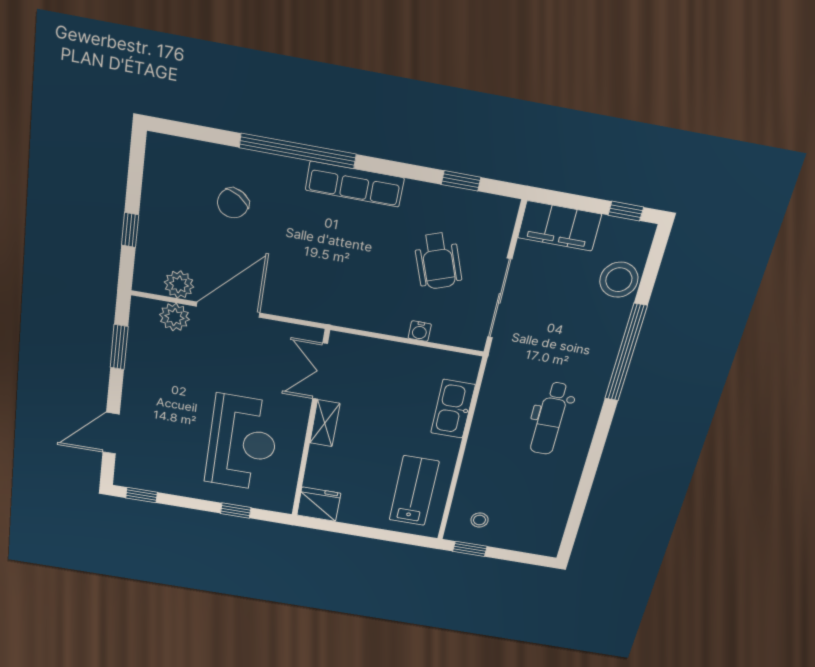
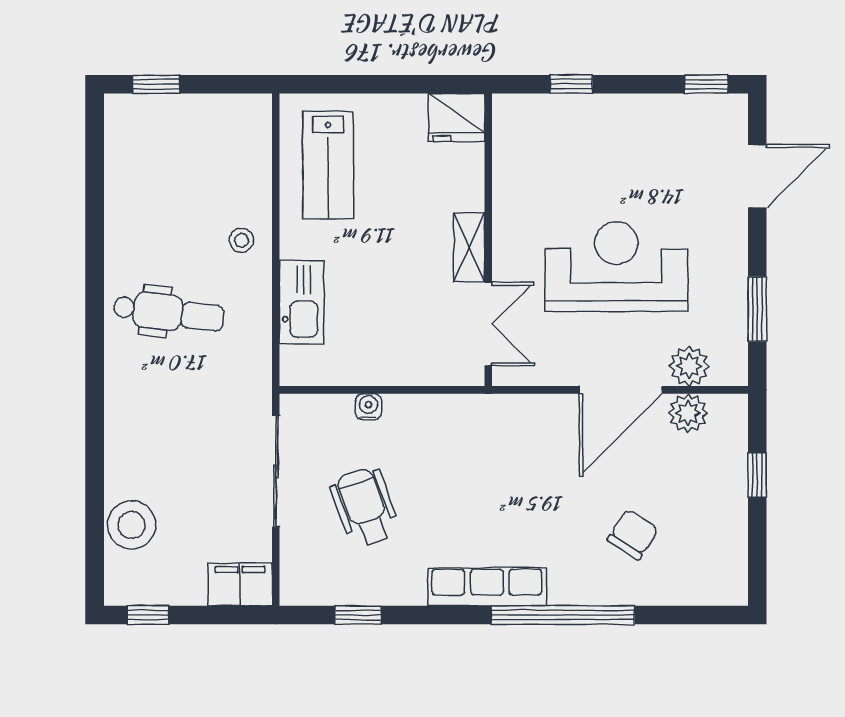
filing cabinet: (560, 226) -> (240, 584), width x0.67, depth x0.86
window: (626, 353) -> (95, 427), removed
dental chair: (550, 419) -> (169, 313), turned 97
reception desk: (242, 443) -> (616, 266), moved, turned 90
stool: (479, 520) -> (241, 240), moved
window: (470, 549) -> (156, 84), moved

